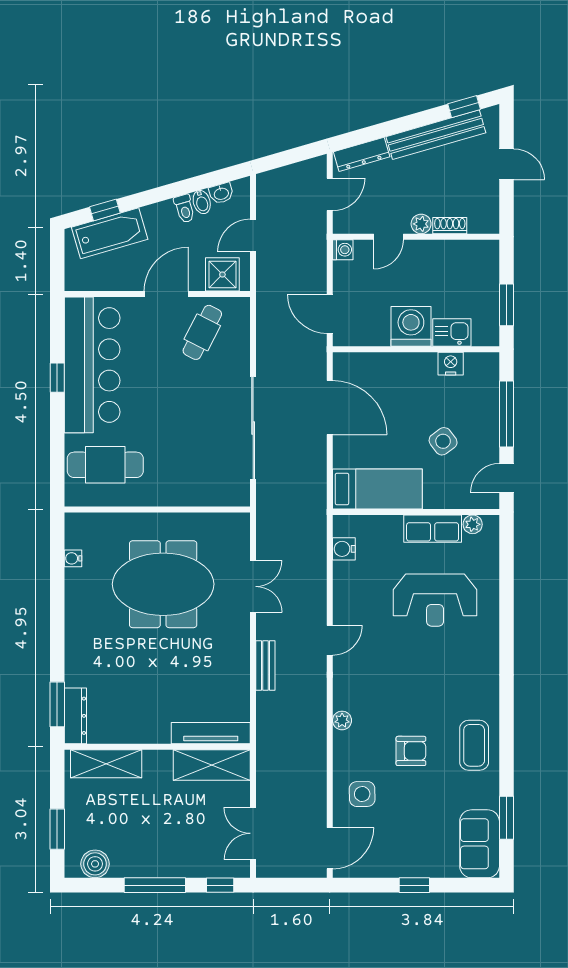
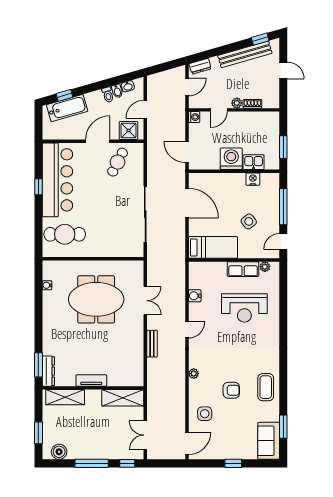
dresser: (362, 154) -> (200, 66), width x0.70
water cooler: (344, 549) -> (195, 296), moved
tv unit: (211, 733) -> (91, 381), moved, width x0.71

